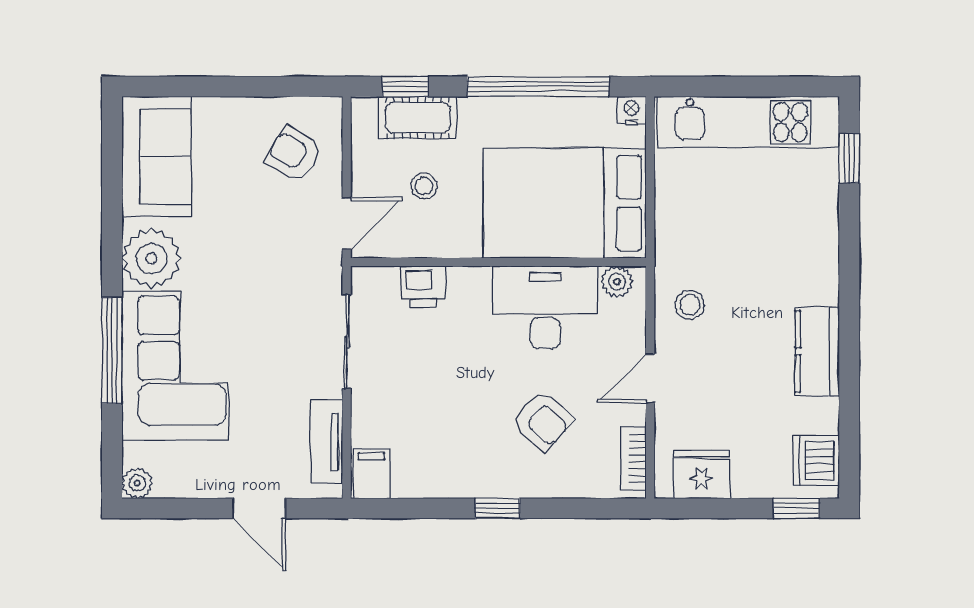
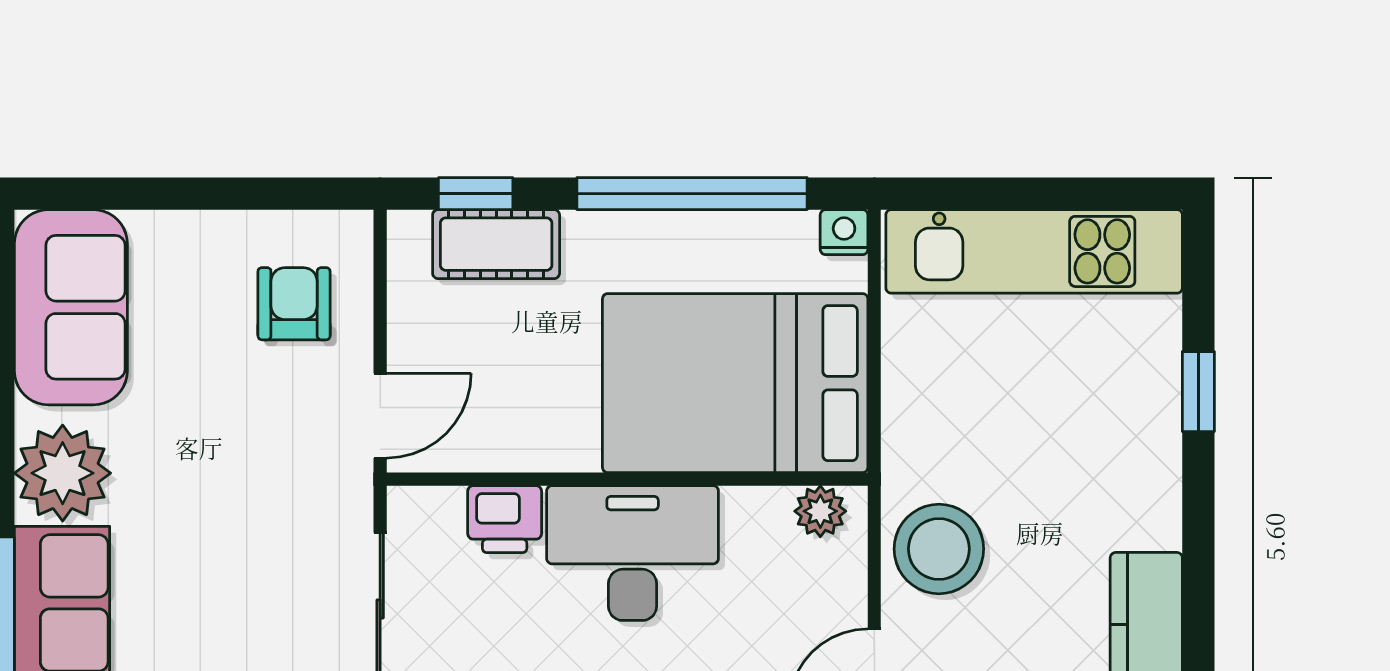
armchair: (294, 154) -> (294, 304), turned 58
window: (849, 158) -> (1198, 392), moved
stool: (424, 186) -> (506, 355), removed
stool: (690, 305) -> (939, 549), width x1.89, depth x1.89
desk: (545, 307) -> (633, 553), moved

